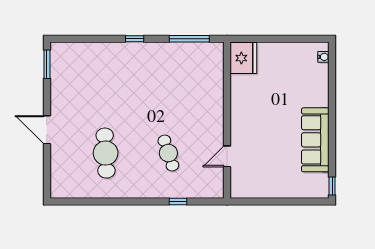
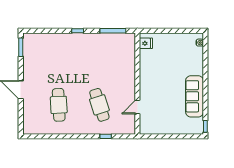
fridge: (243, 58) -> (146, 43), width x0.53, depth x0.75
cafe table: (168, 153) -> (99, 105), width x1.37, depth x1.35

